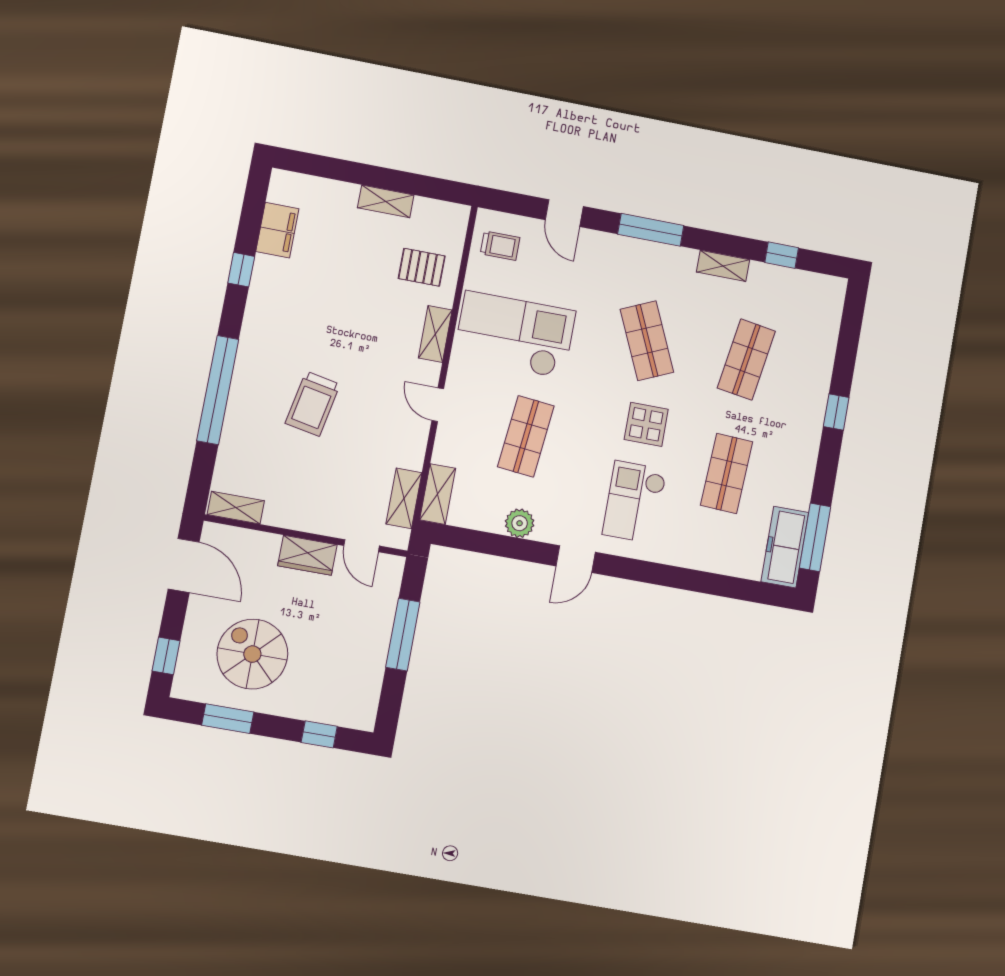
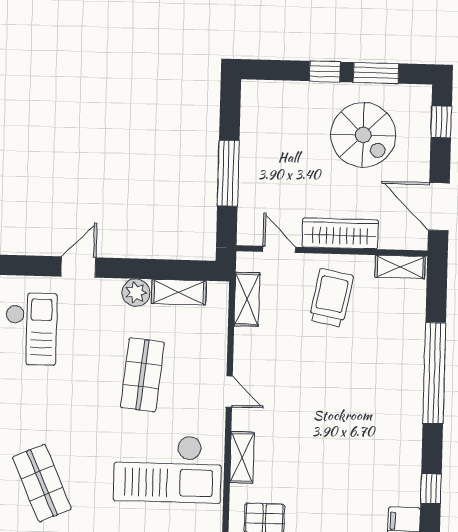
trolley: (313, 404) -> (331, 298), moved
display table: (646, 424) -> (31, 404), removed
shelving: (438, 494) -> (179, 292), moved, turned 90
wardrobe: (307, 555) -> (340, 233), width x1.50
window: (319, 734) -> (325, 72), moved

